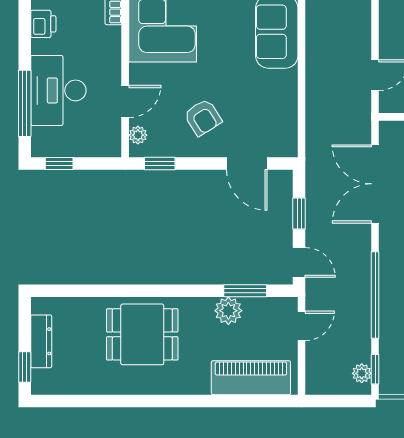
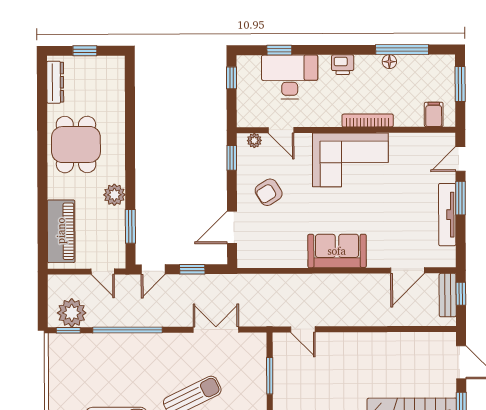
window: (25, 103) -> (279, 50), width x0.46
double door: (375, 184) -> (216, 330), width x0.73
plant: (228, 311) -> (114, 195), moved
dining table: (142, 334) -> (76, 145), moved
dresser: (41, 341) -> (55, 82), moved, turned -90
window: (25, 367) -> (85, 51), moved
plant: (362, 373) -> (72, 313), width x1.88, depth x1.88

